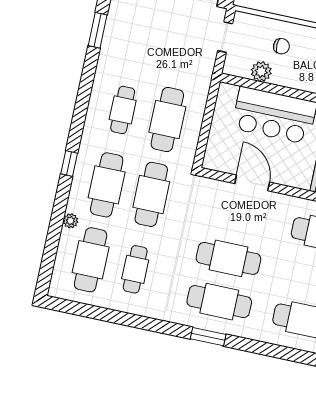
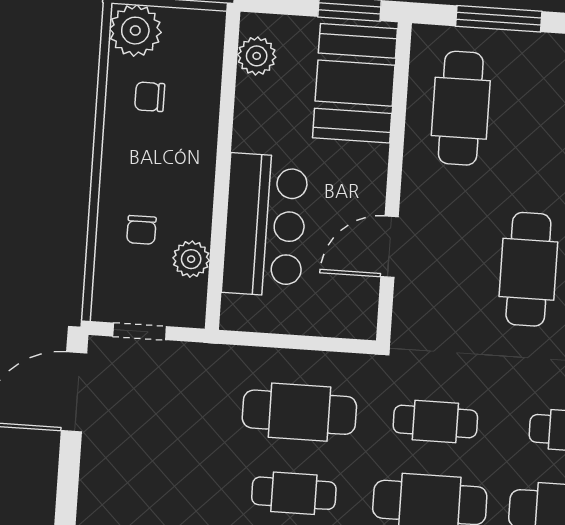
chair: (281, 46) -> (141, 230), turned 180
cafe table: (151, 194) -> (435, 421), width x0.73, depth x0.74

